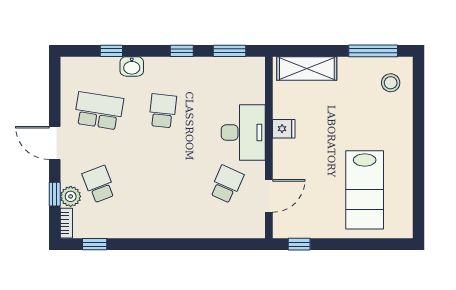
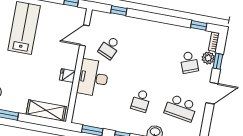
door: (55, 143) -> (212, 93), hinge flipped
window: (223, 244) -> (119, 11), added

